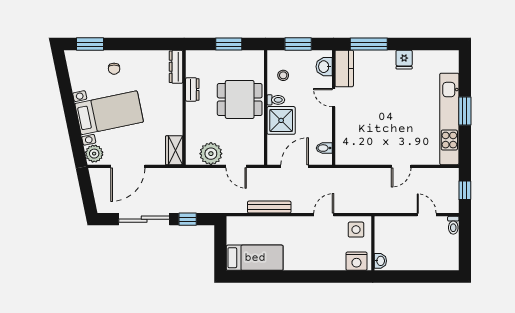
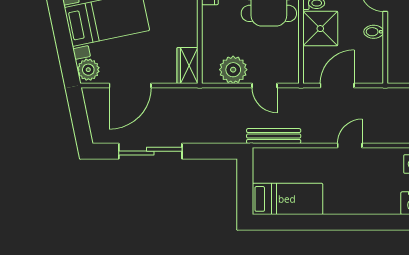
bidet: (324, 148) -> (374, 32), moved
bench: (269, 207) -> (274, 136), moved
door: (324, 215) -> (350, 145), moved
window: (188, 219) -> (204, 151), removed

